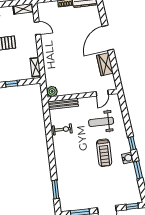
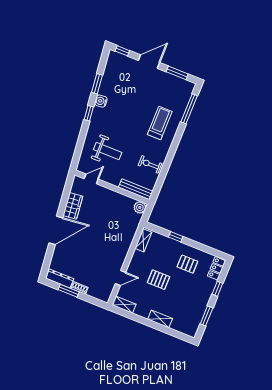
door: (37, 28) -> (120, 278), swing flipped
treadmill: (104, 153) -> (160, 123), moved
window: (55, 189) -> (189, 109), width x1.44

